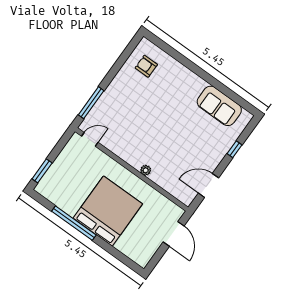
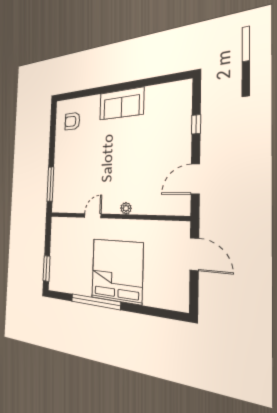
sofa: (219, 106) -> (121, 104), moved
door: (90, 139) -> (93, 216), moved

